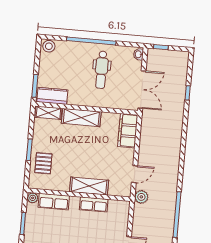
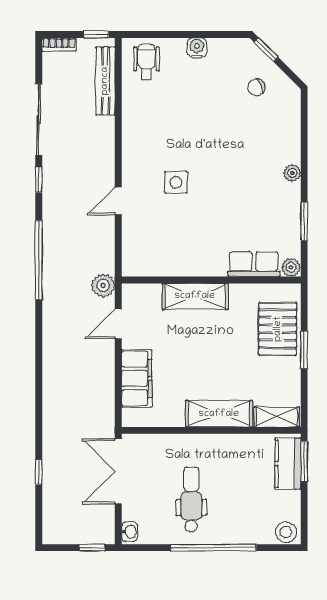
kitchen counter: (52, 96) -> (288, 464), moved, turned 90
filing cabinet: (128, 131) -> (137, 378), moved
pallet: (43, 163) -> (278, 329), width x1.50, depth x1.42
row of seats: (94, 204) -> (184, 265), removed

